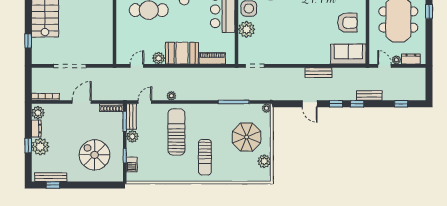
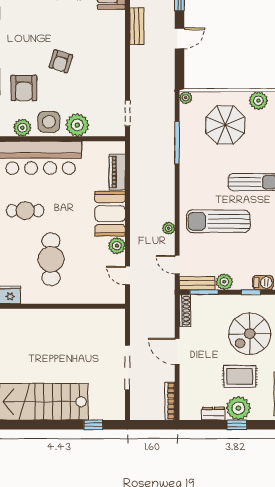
armchair: (293, 17) -> (61, 61), added
plant: (38, 113) -> (192, 411), removed
rug: (63, 148) -> (240, 376), added

